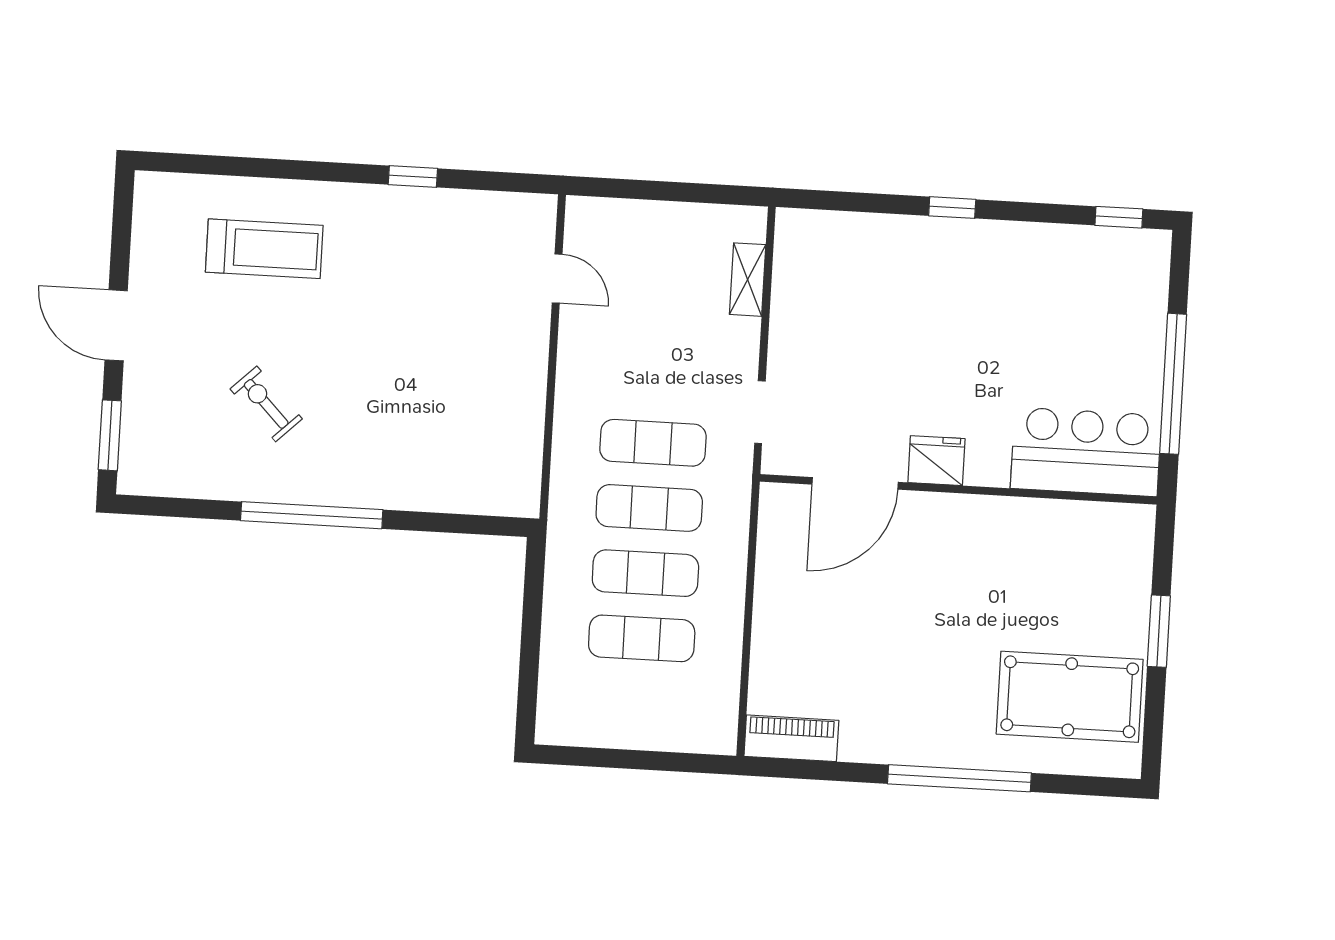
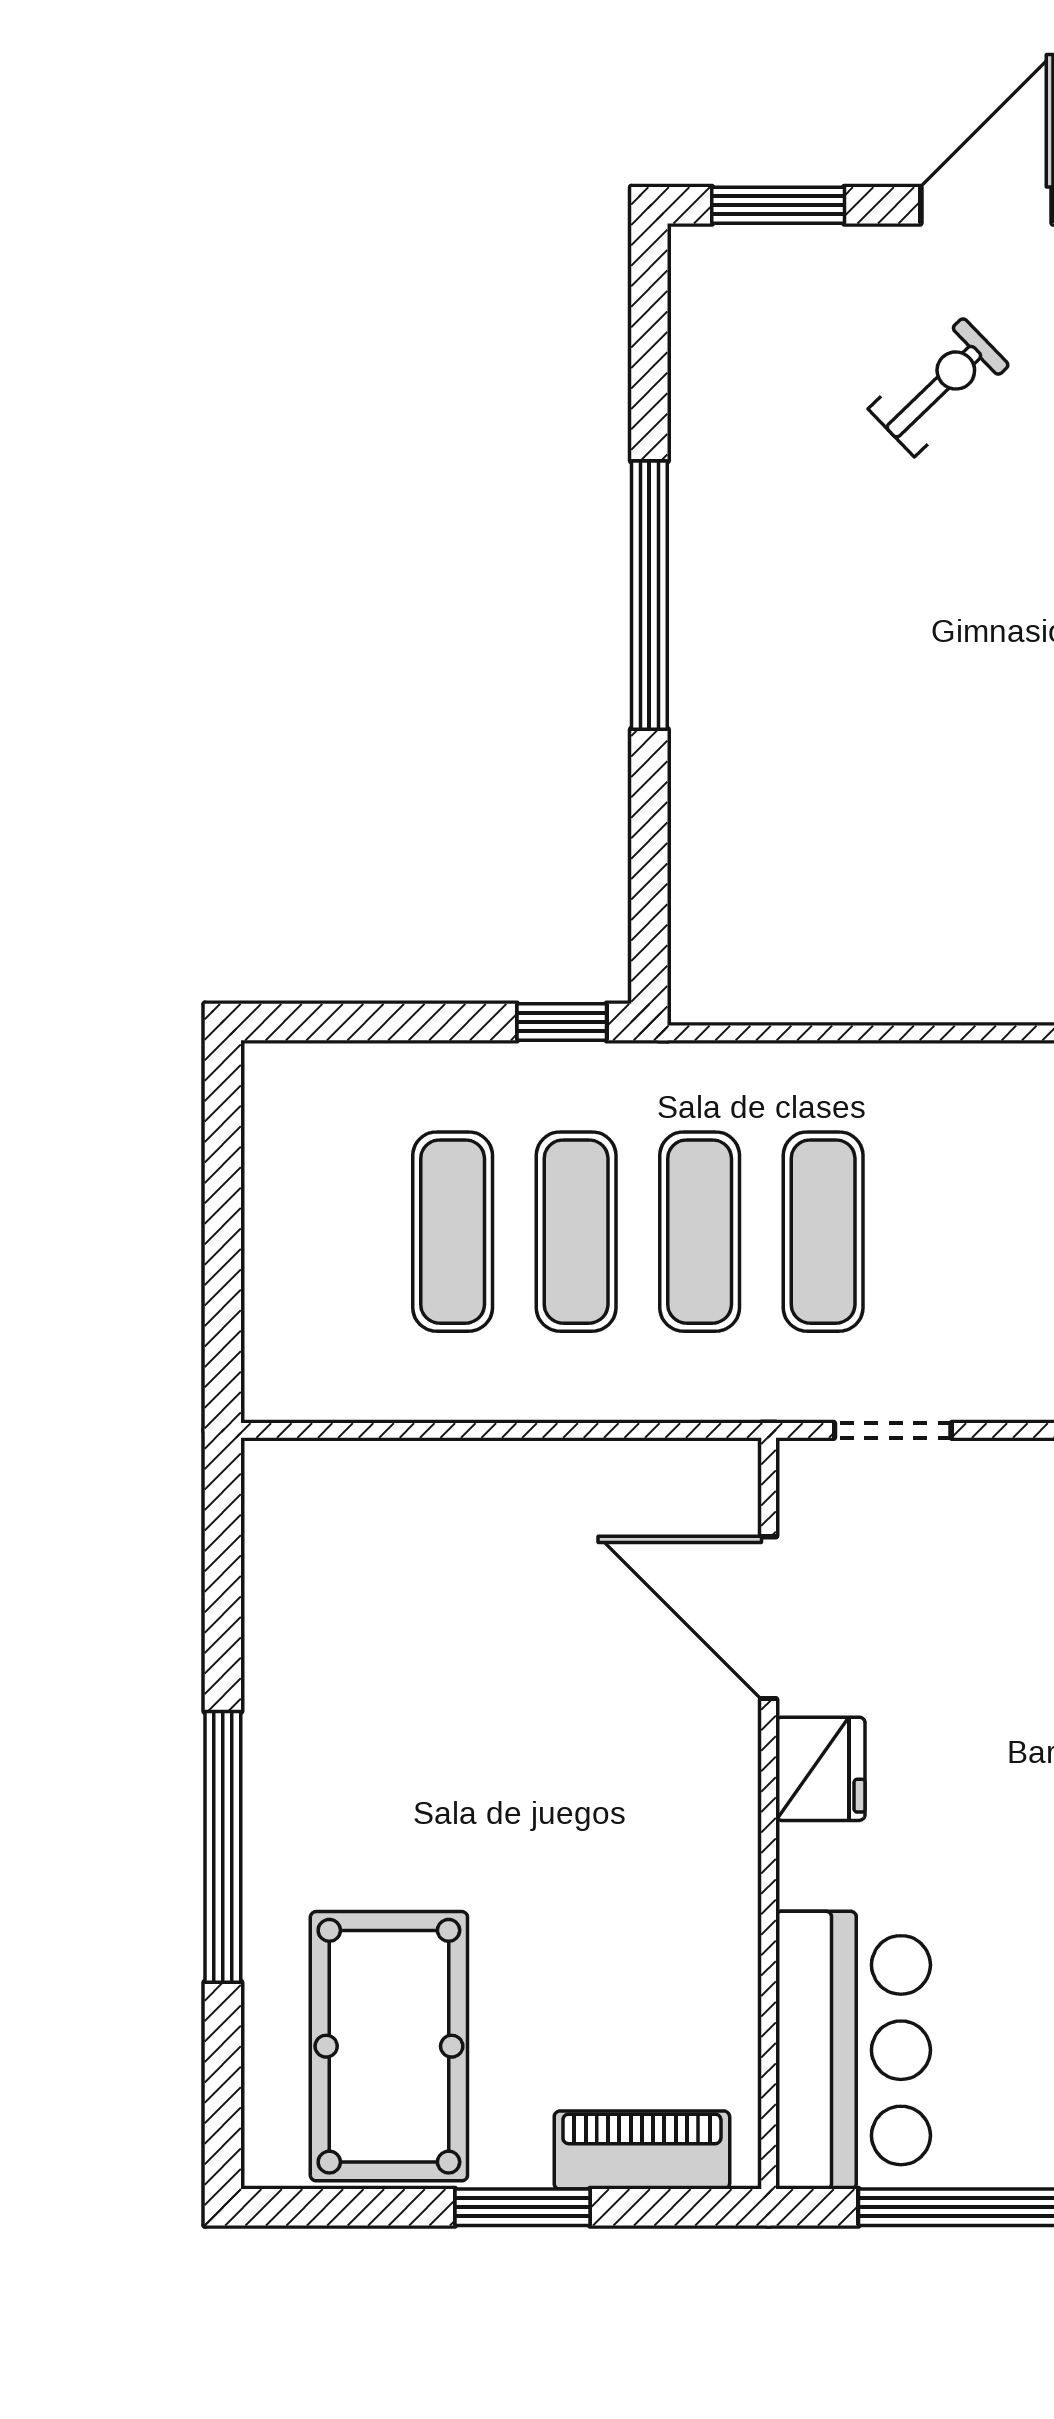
exercise bike: (266, 404) -> (939, 387), moved
window: (534, 574) -> (562, 1022), added
piano: (791, 738) -> (642, 2150), moved, turned -90

